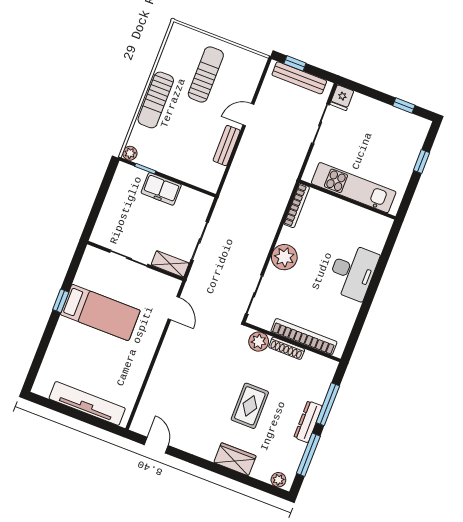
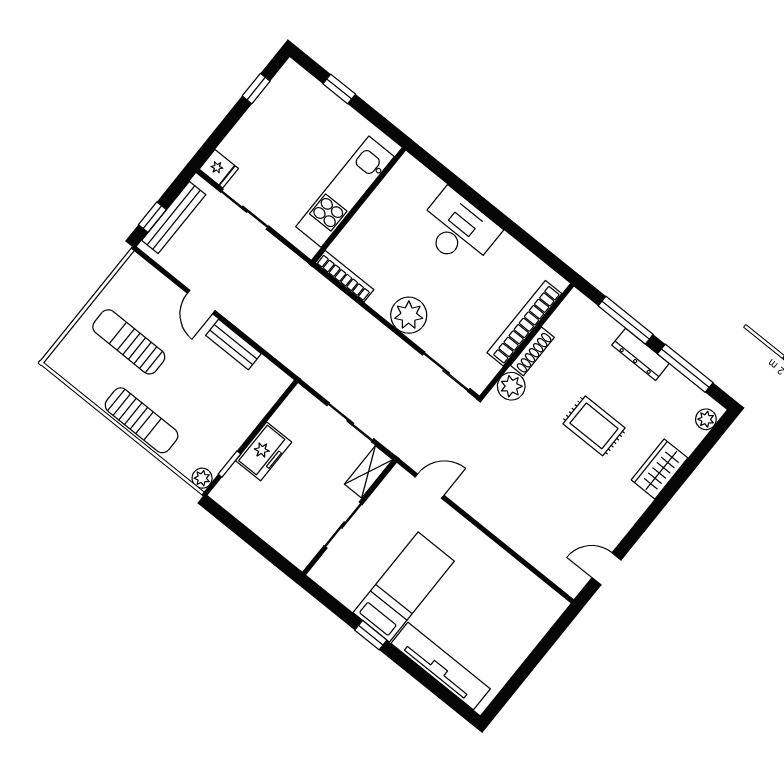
tv unit: (87, 403) -> (441, 666), moved, turned 90

